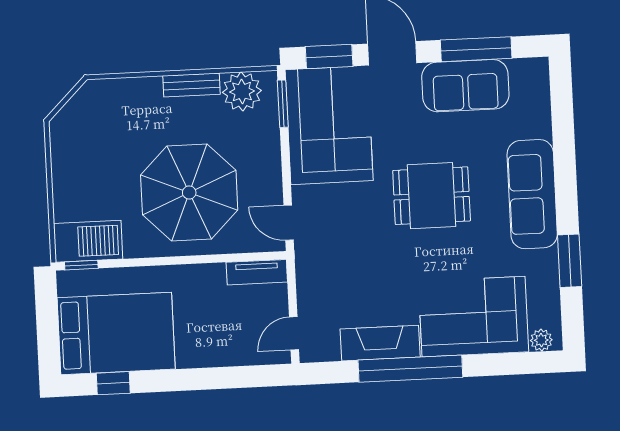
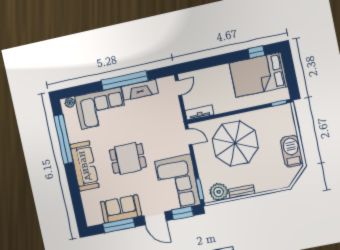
barbecue: (88, 241) -> (292, 151), moved, turned 90
window: (570, 261) -> (63, 139), width x2.11

